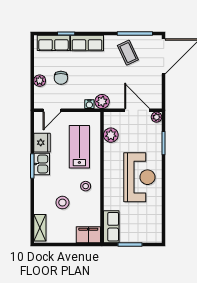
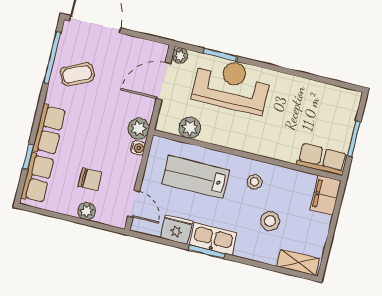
kitchen sink: (42, 164) -> (213, 239), width x1.38
reception desk: (139, 177) -> (232, 85), moved

